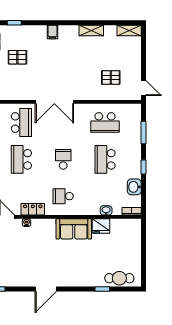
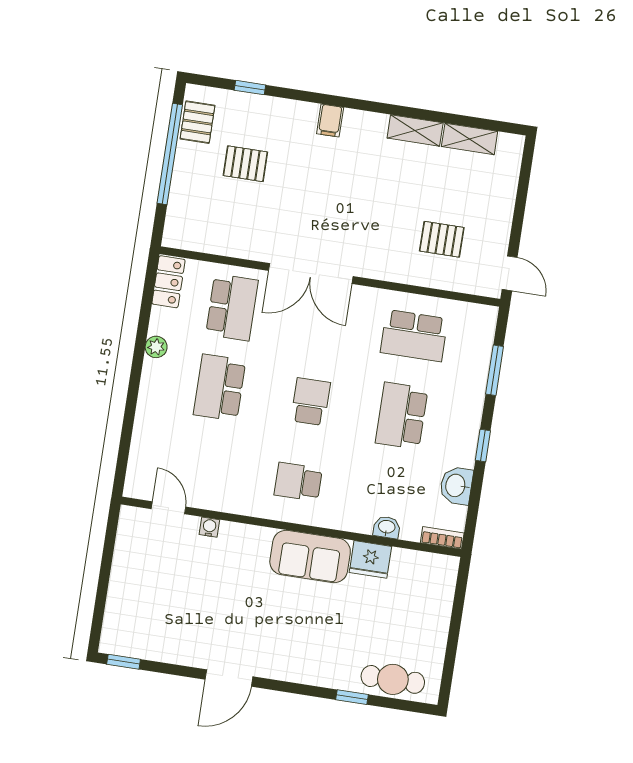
shelving: (129, 30) -> (470, 139), moved
locker: (33, 209) -> (227, 500), removed

